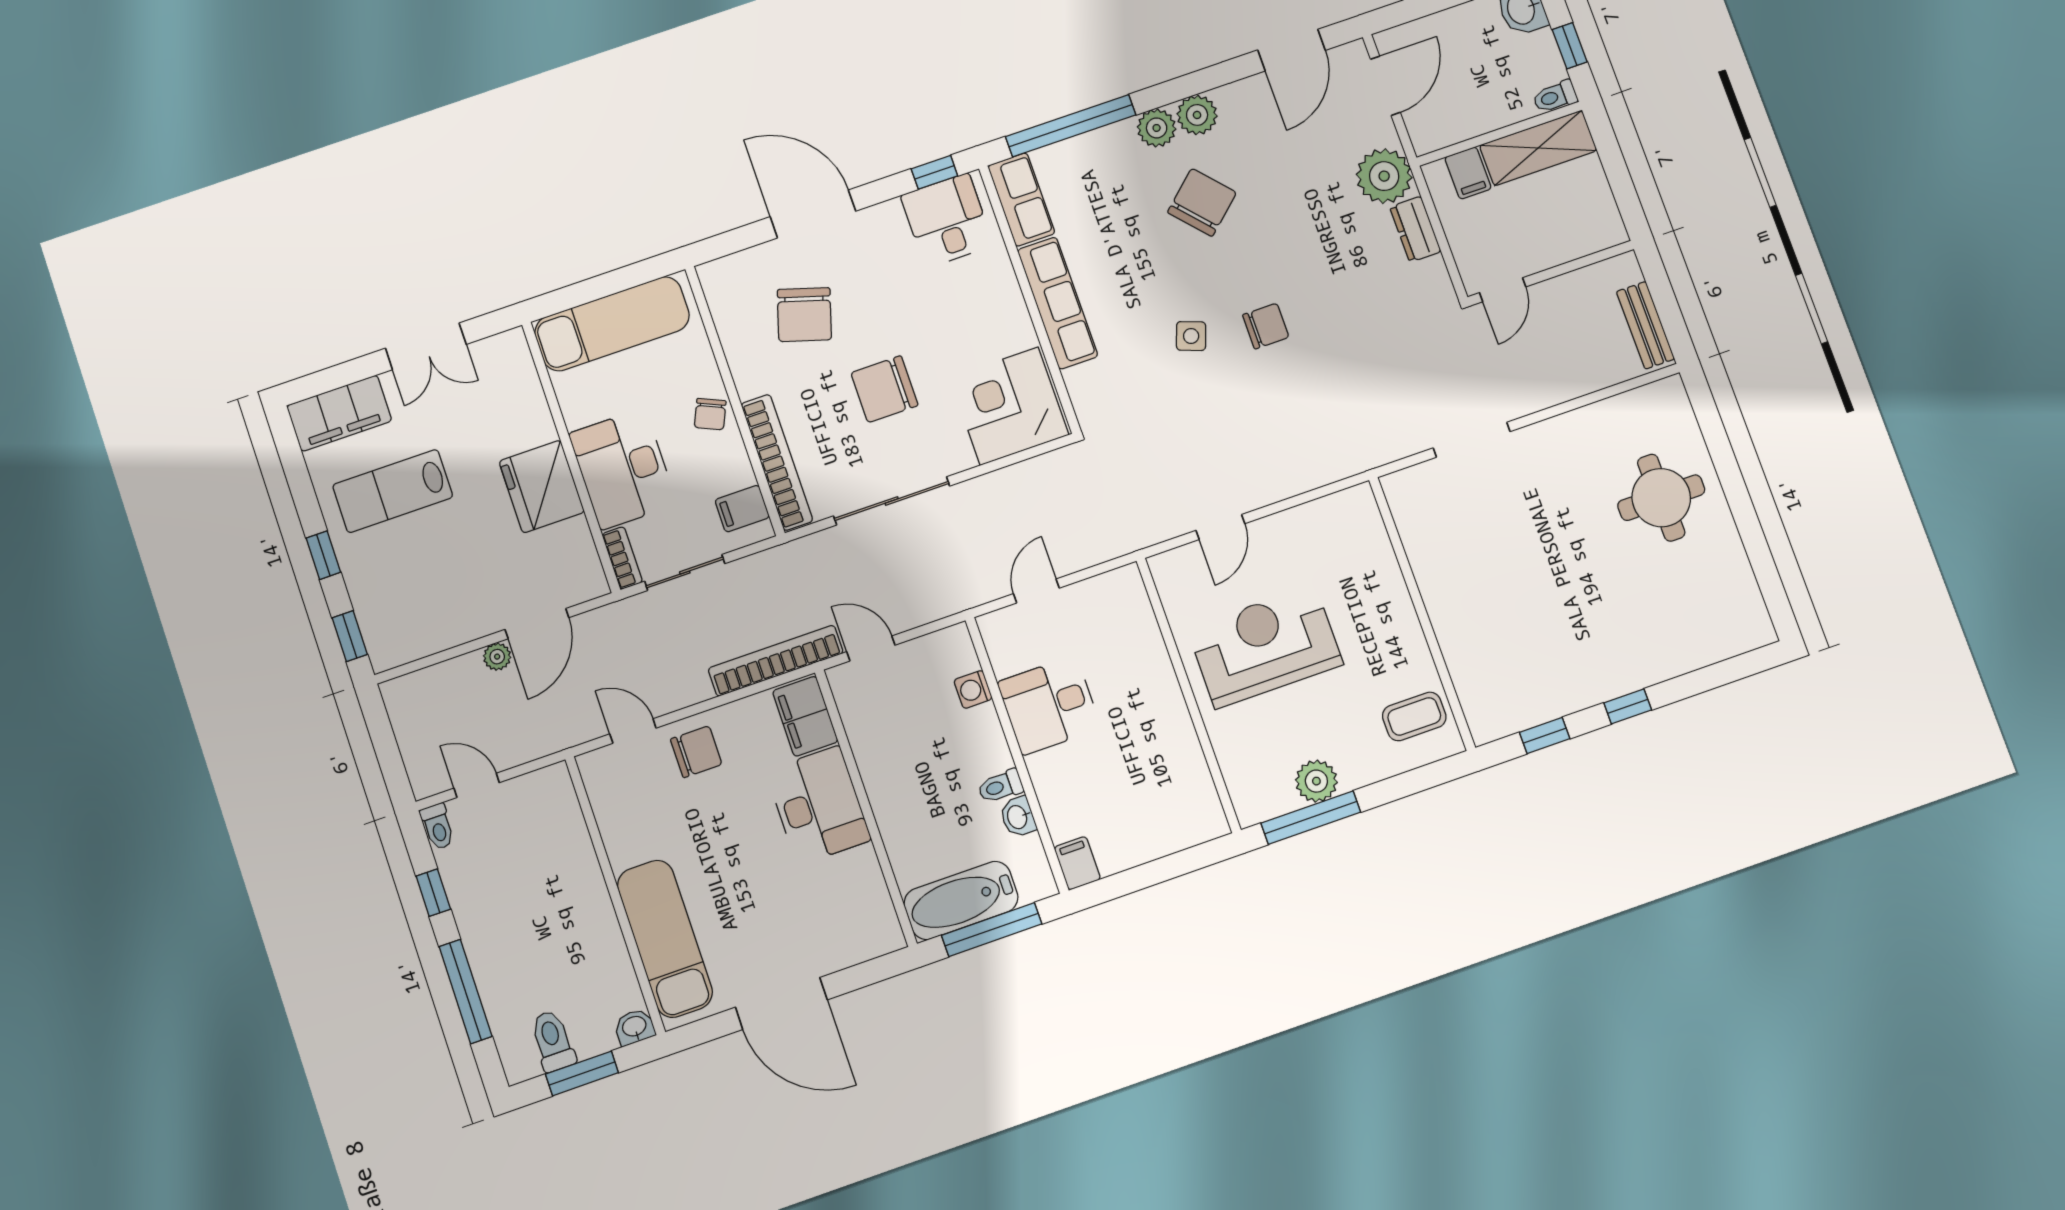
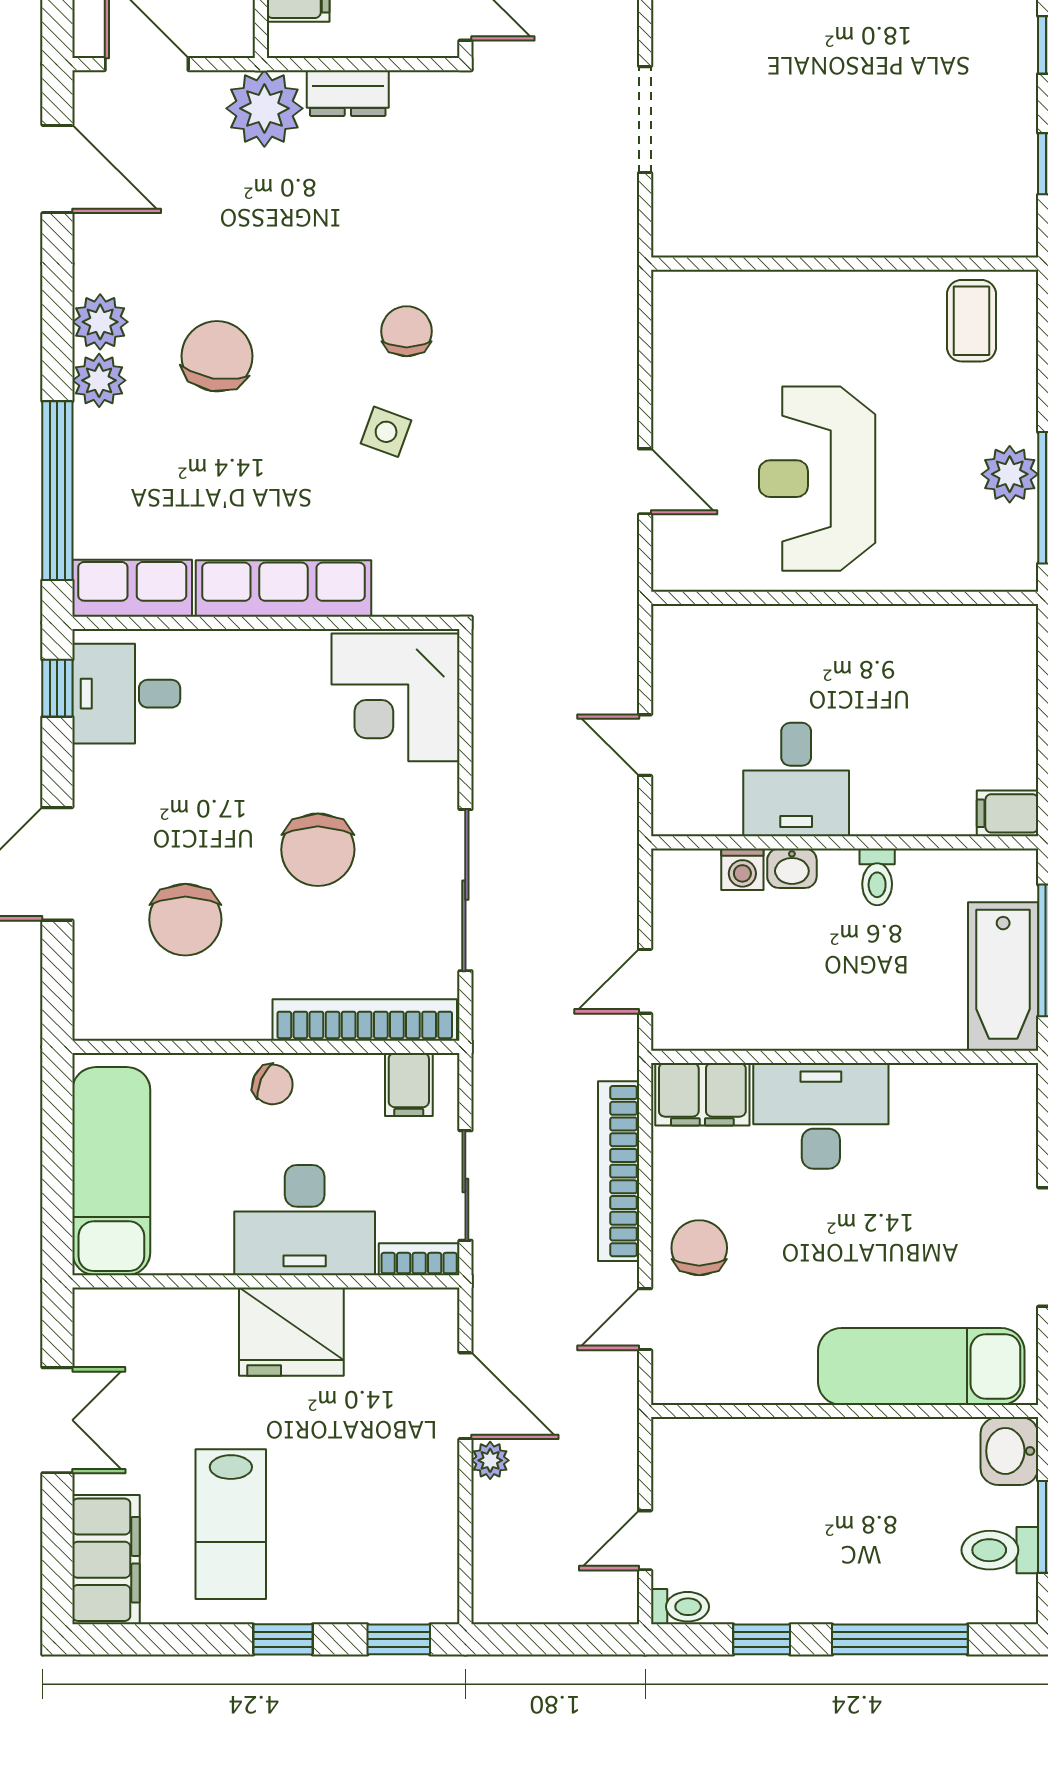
chair: (1202, 202) -> (217, 356), turned 51
chair: (804, 315) -> (185, 920), turned 73
bookcase: (776, 661) -> (619, 1171), moved
washbasin: (1018, 817) -> (792, 868), moved
washbasin: (634, 1027) -> (1009, 1451), width x1.38, depth x1.45

